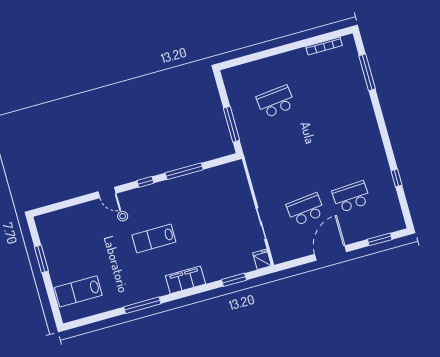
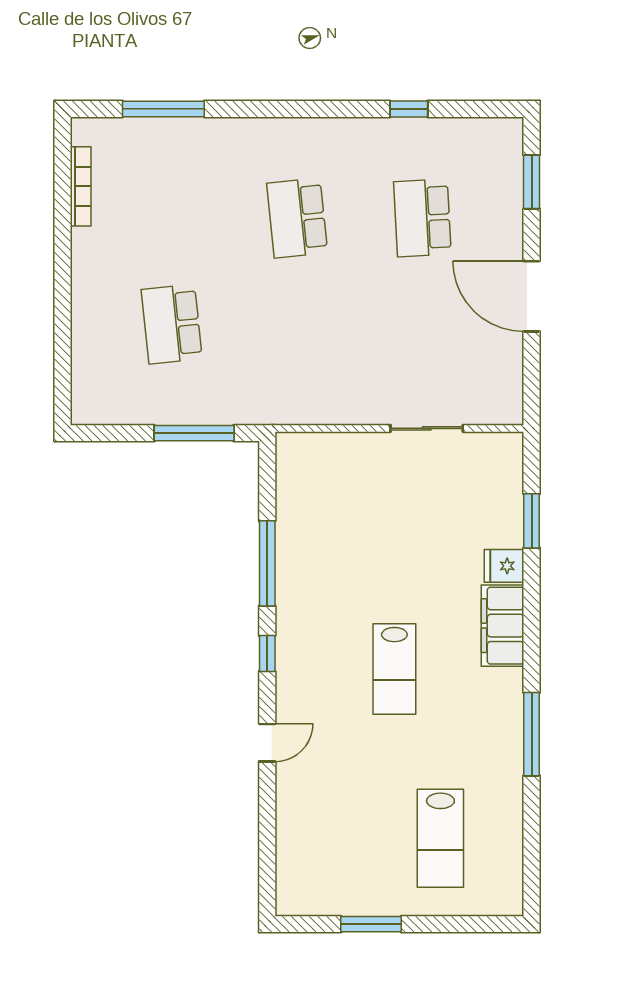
school desk: (306, 209) -> (297, 218), moved
stool: (123, 216) -> (327, 723), removed
fridge: (262, 259) -> (504, 566), moved
lab bench: (78, 291) -> (440, 838), moved

